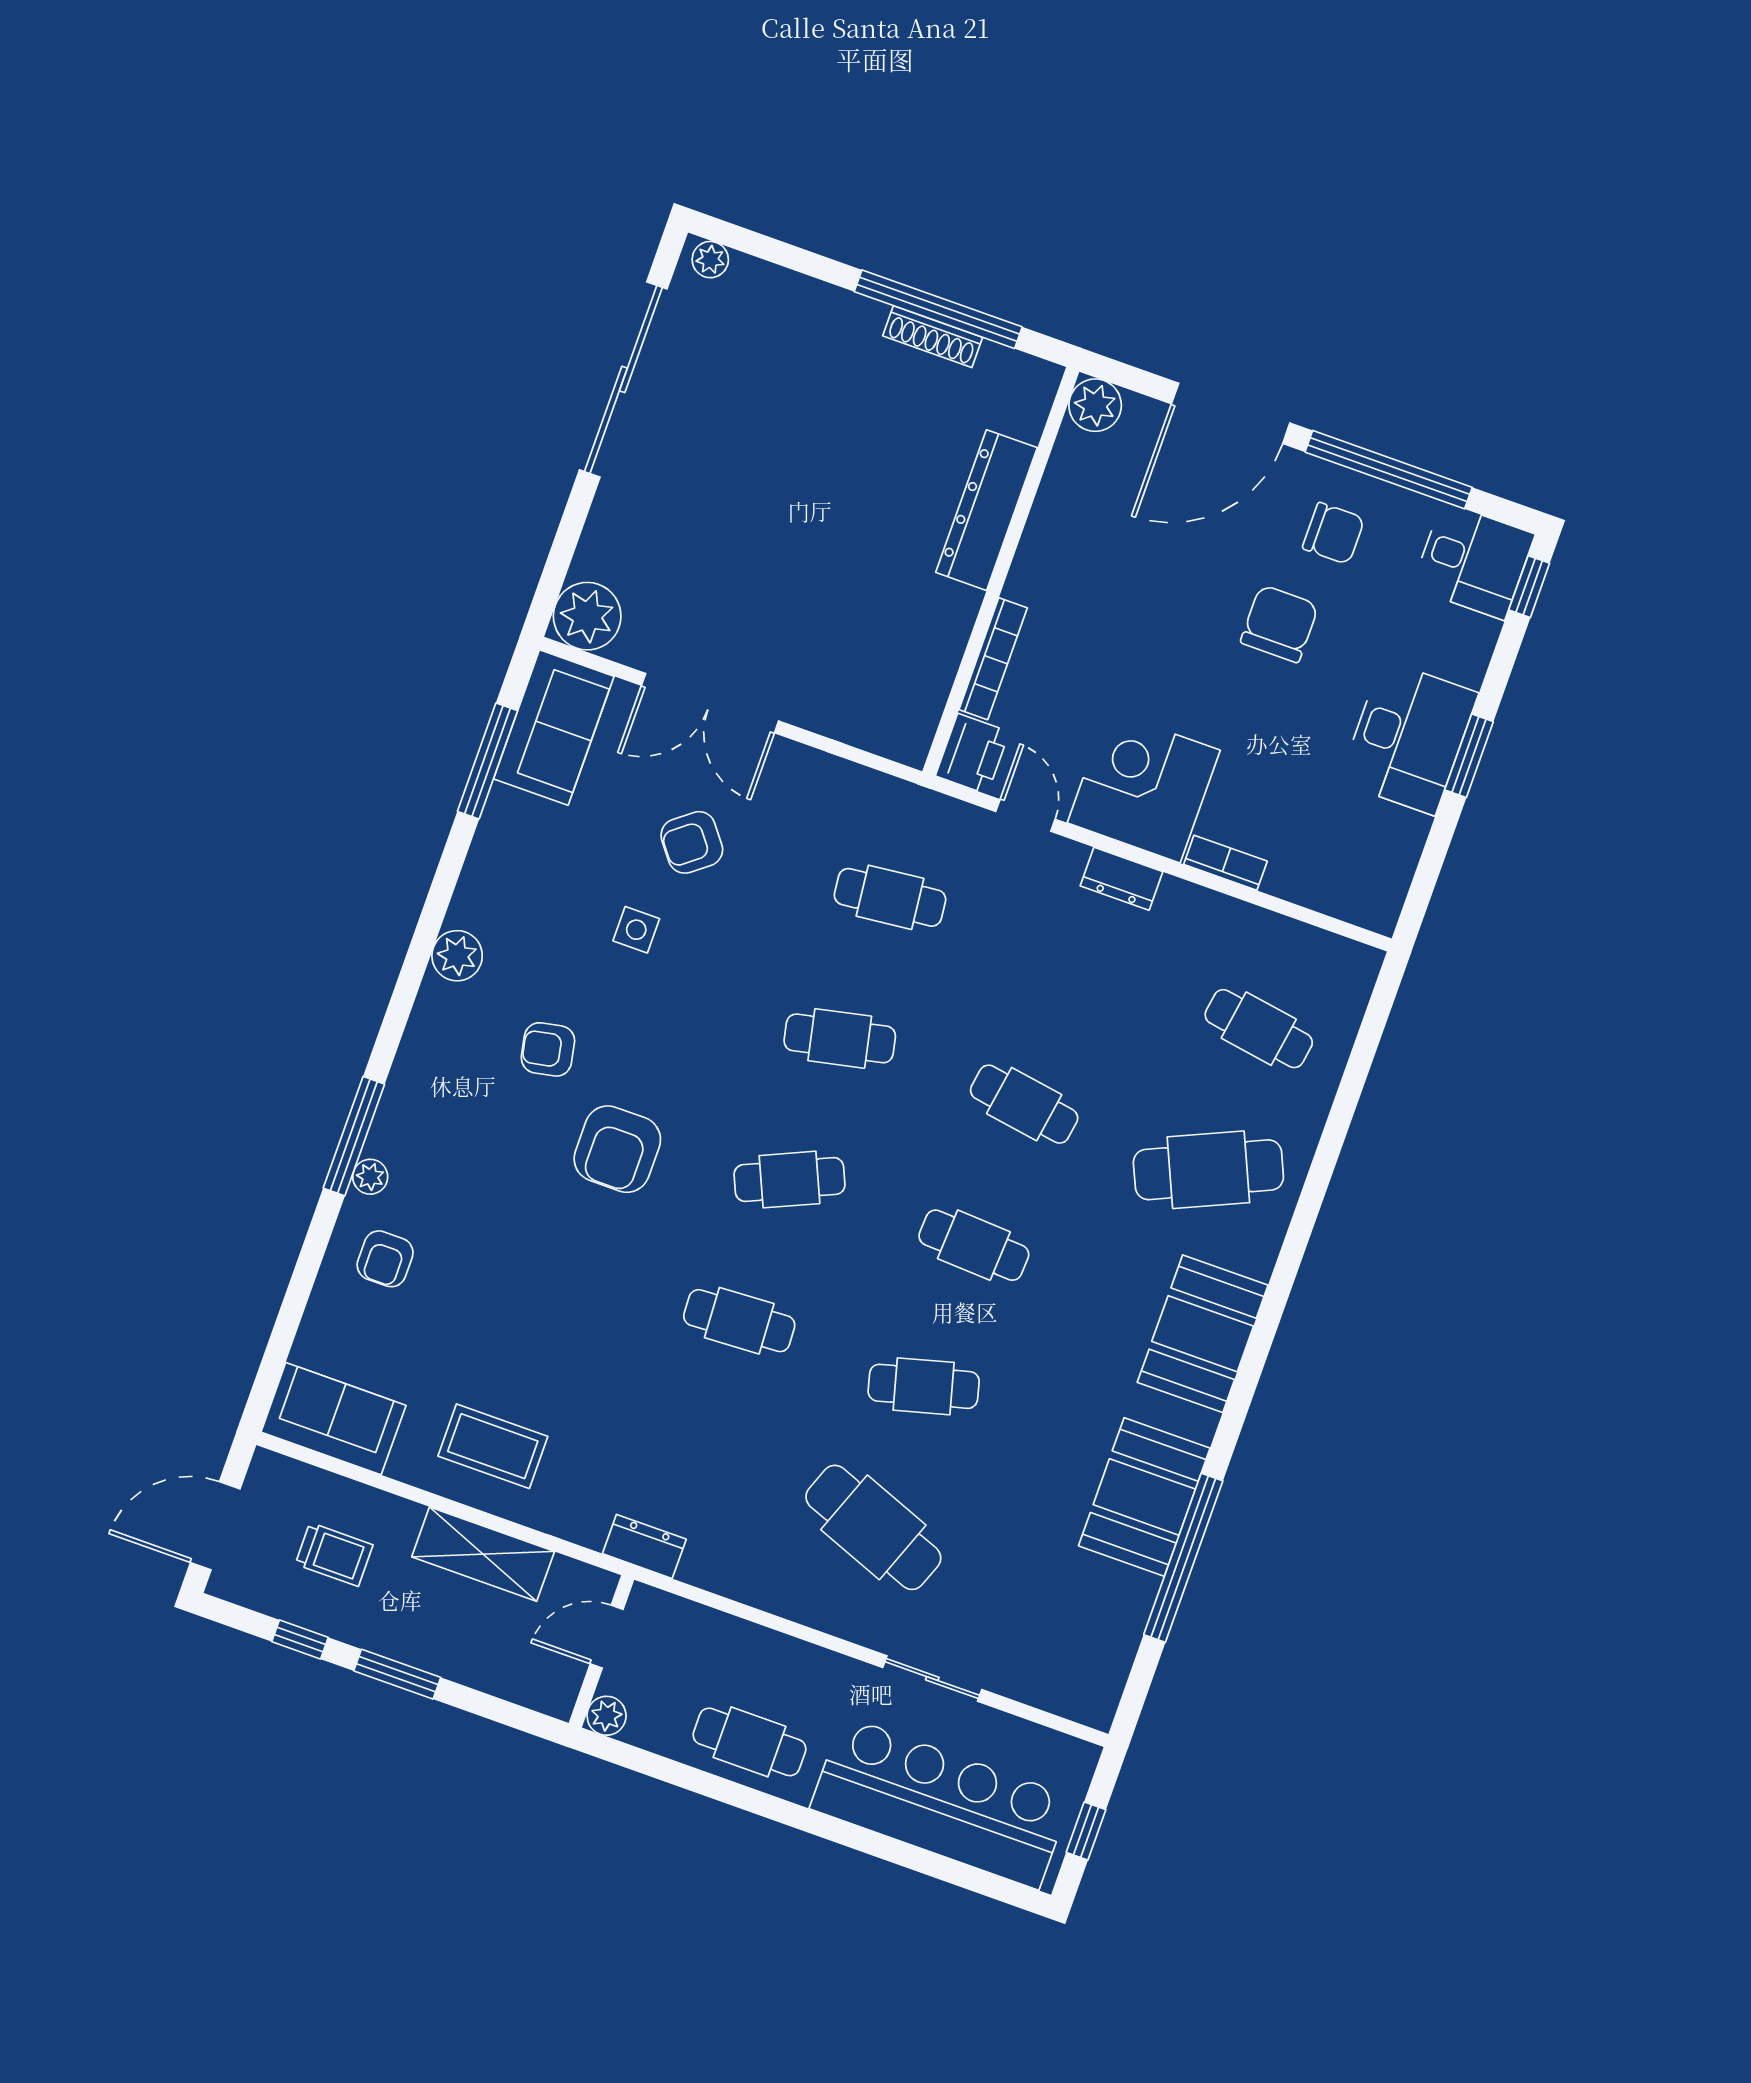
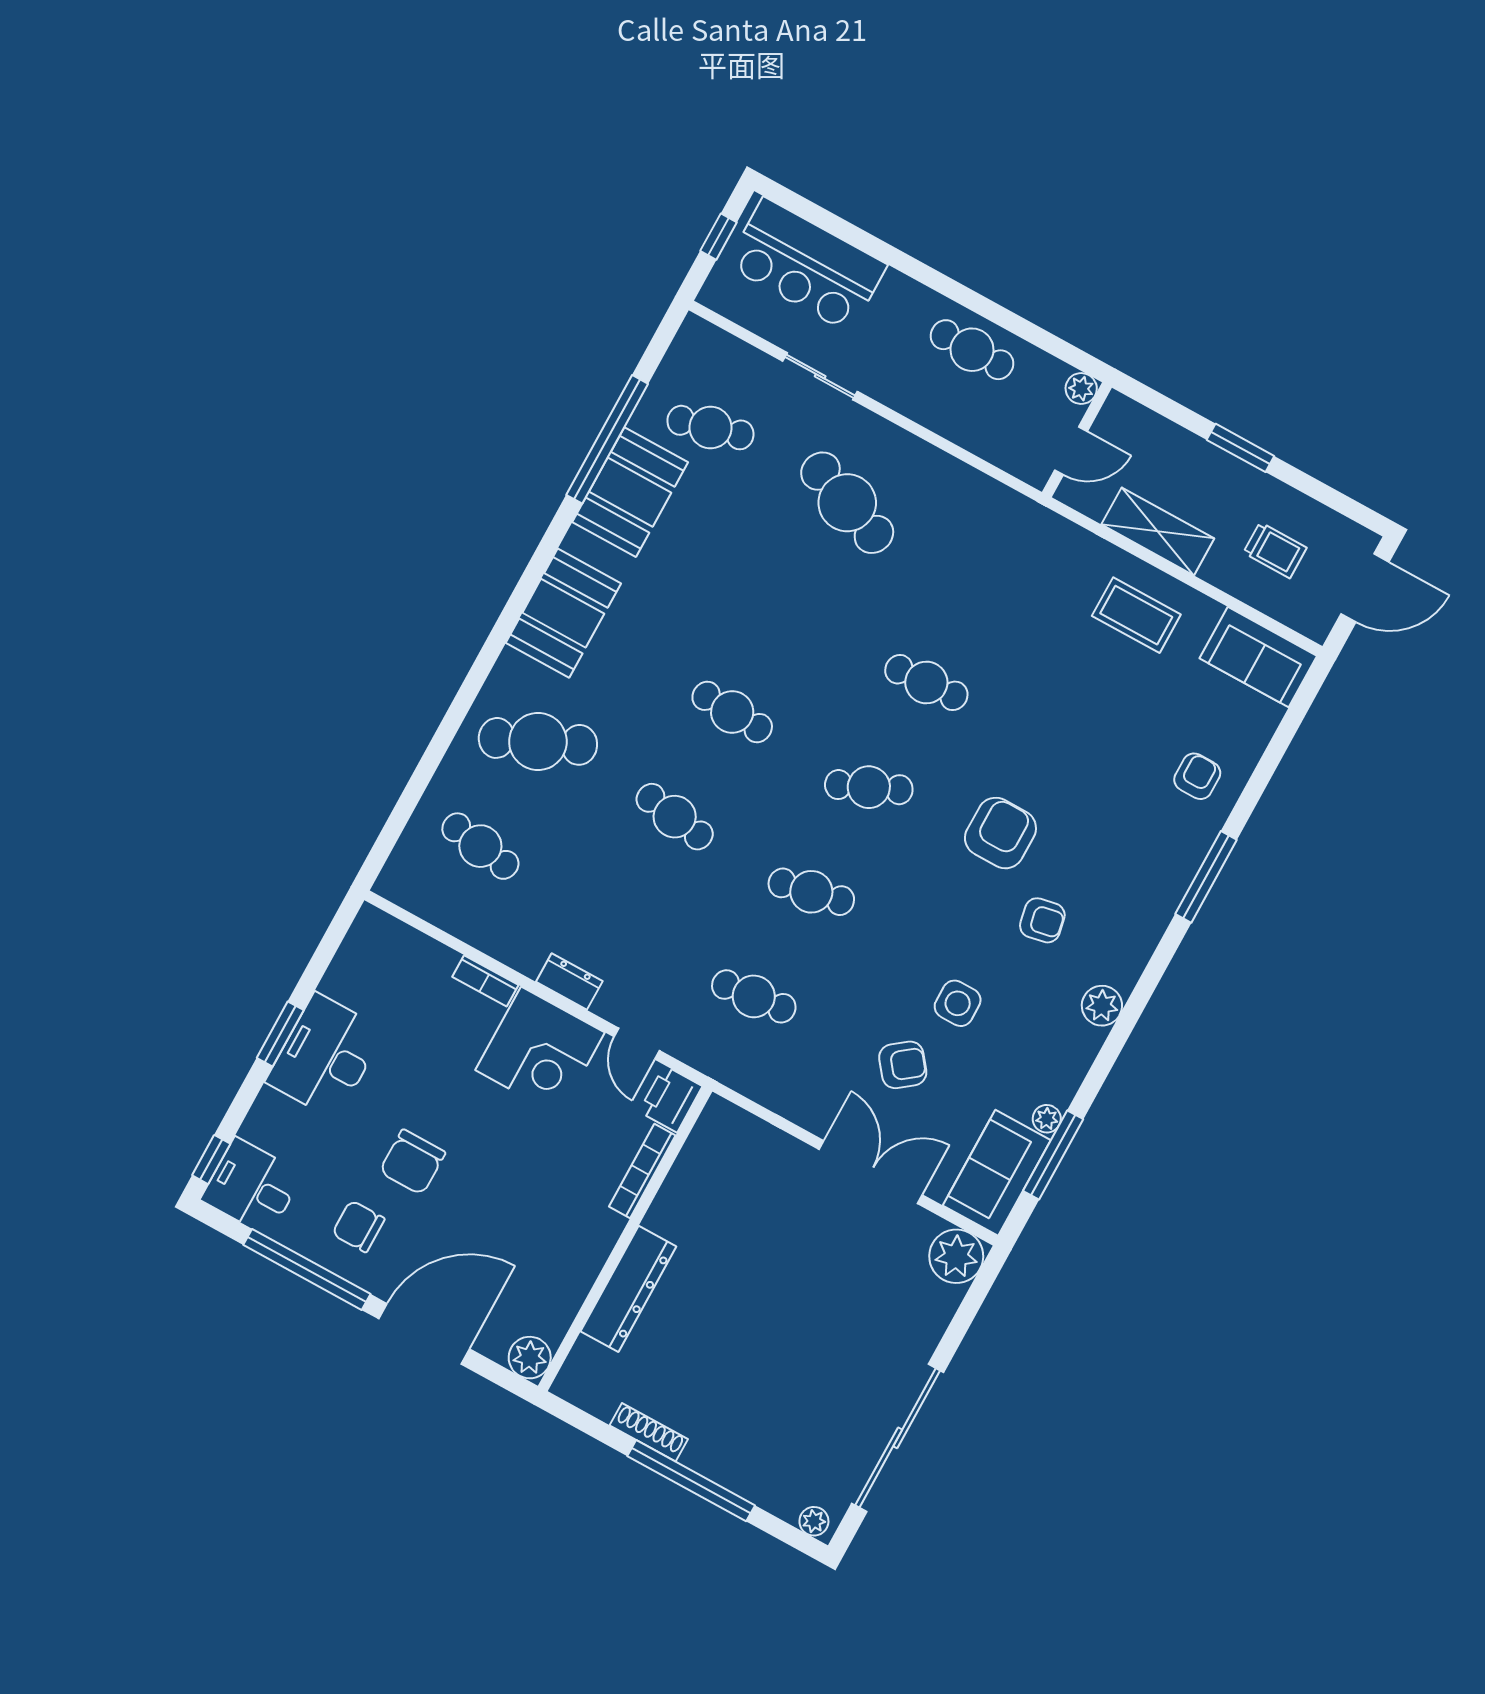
window: (938, 309) -> (691, 1481), moved
side table: (636, 930) -> (958, 1003), width x1.37, depth x1.37
plant: (370, 1177) -> (1047, 1119), moved
cafe table: (924, 1386) -> (710, 428), moved
dresser: (644, 1546) -> (1030, 517), removed
trolley: (334, 1554) -> (1275, 550), turned 180
window: (300, 1640) -> (1313, 488), removed
bar counter: (941, 1803) -> (807, 265), width x0.73

